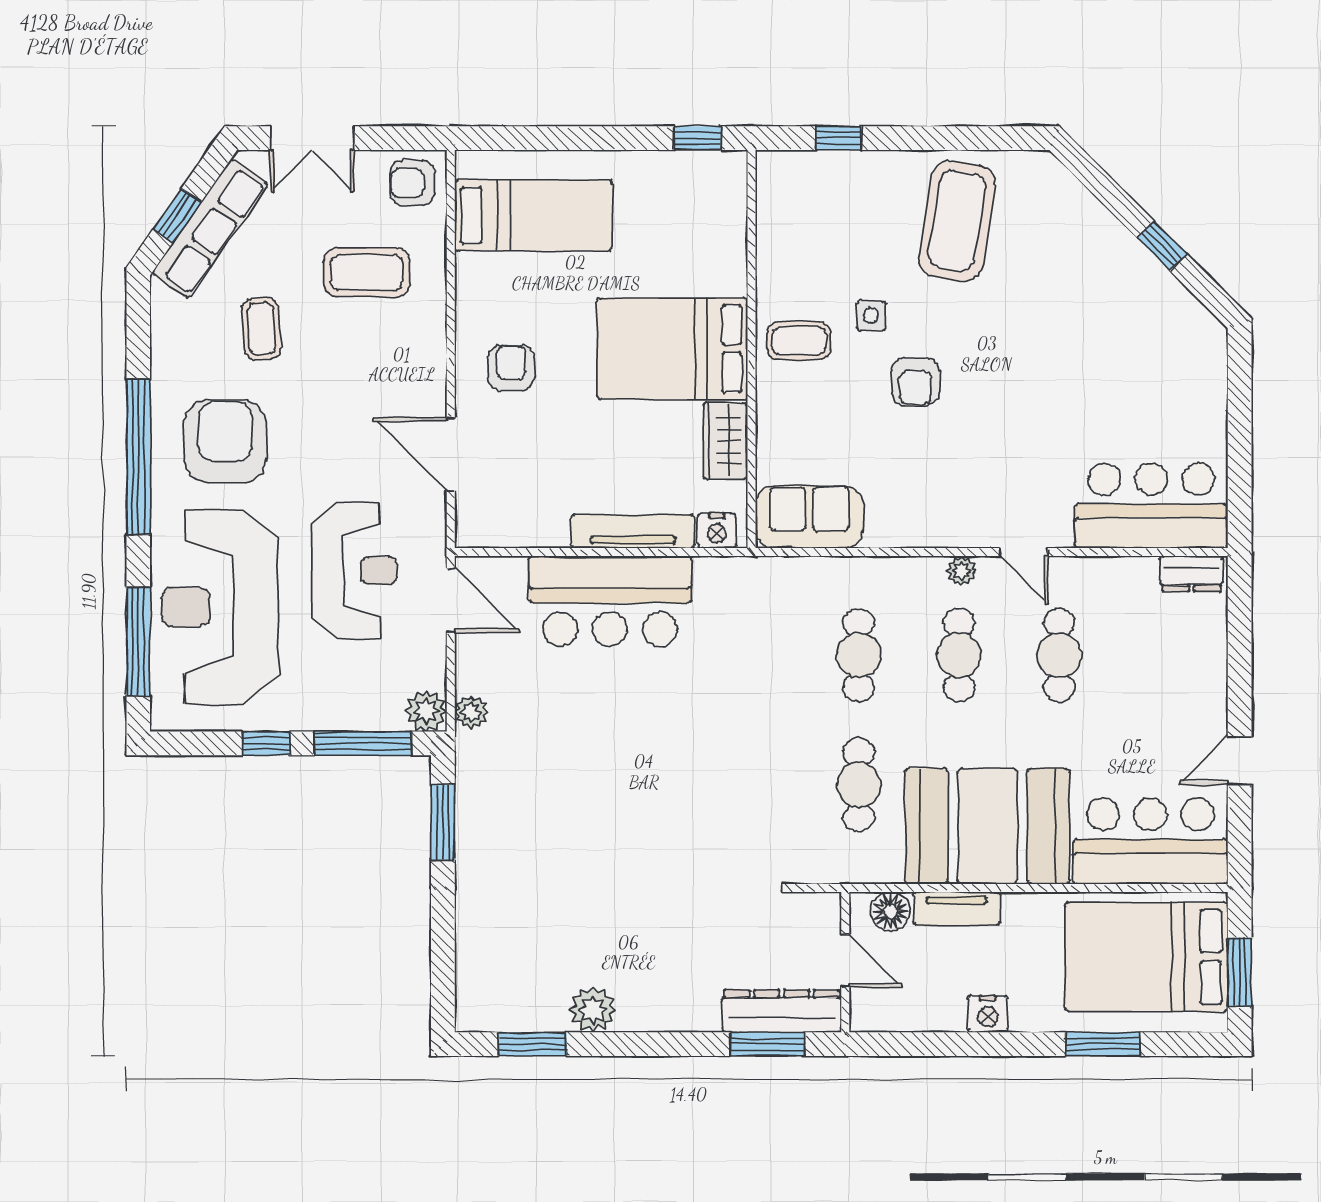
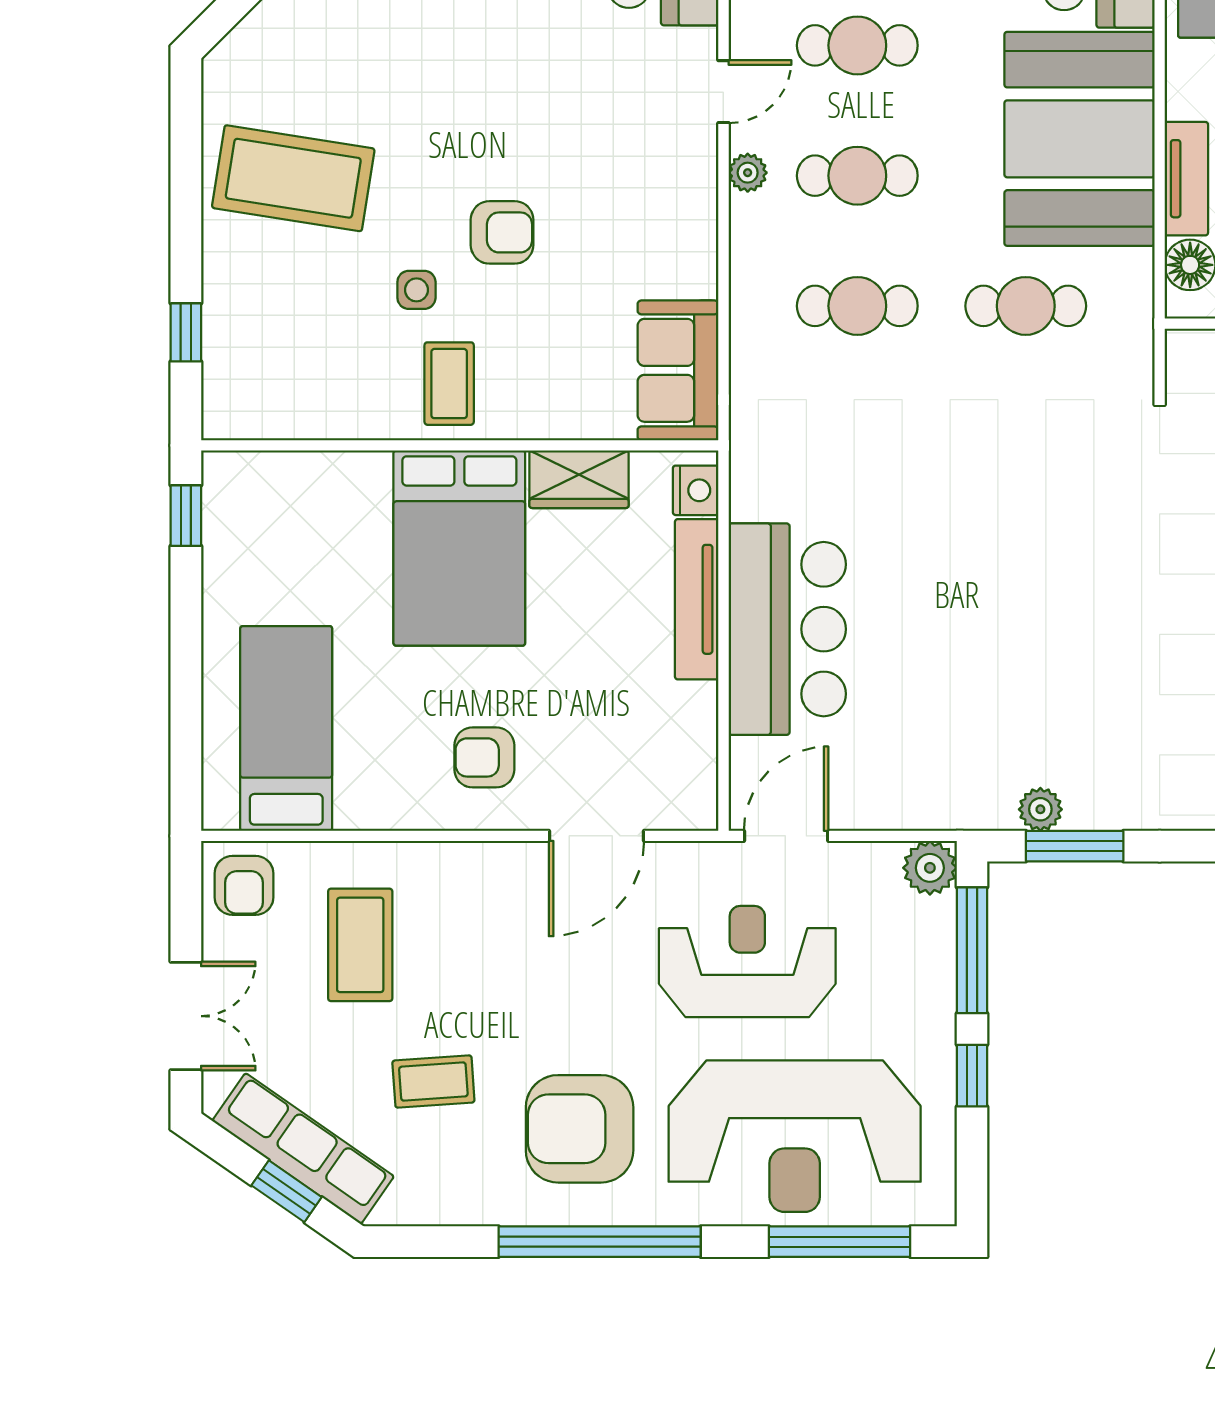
plant: (471, 712) -> (1040, 809), moved

